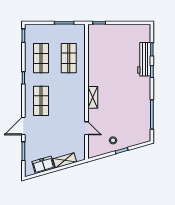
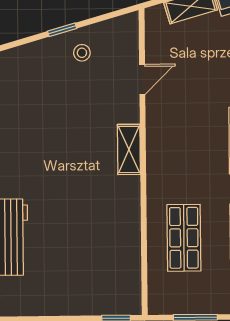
door: (86, 128) -> (142, 79), swing flipped

